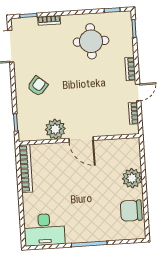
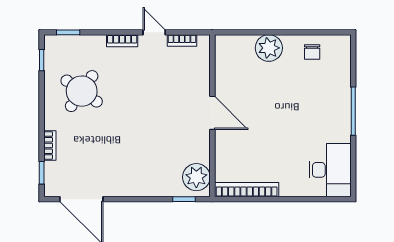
round table: (91, 41) -> (82, 91), turned 35
armchair: (38, 86) -> (137, 167), removed
plant: (55, 129) -> (196, 177), moved
door: (81, 139) -> (212, 113), hinge flipped
chair: (131, 211) -> (312, 52), width x0.54, depth x0.54

